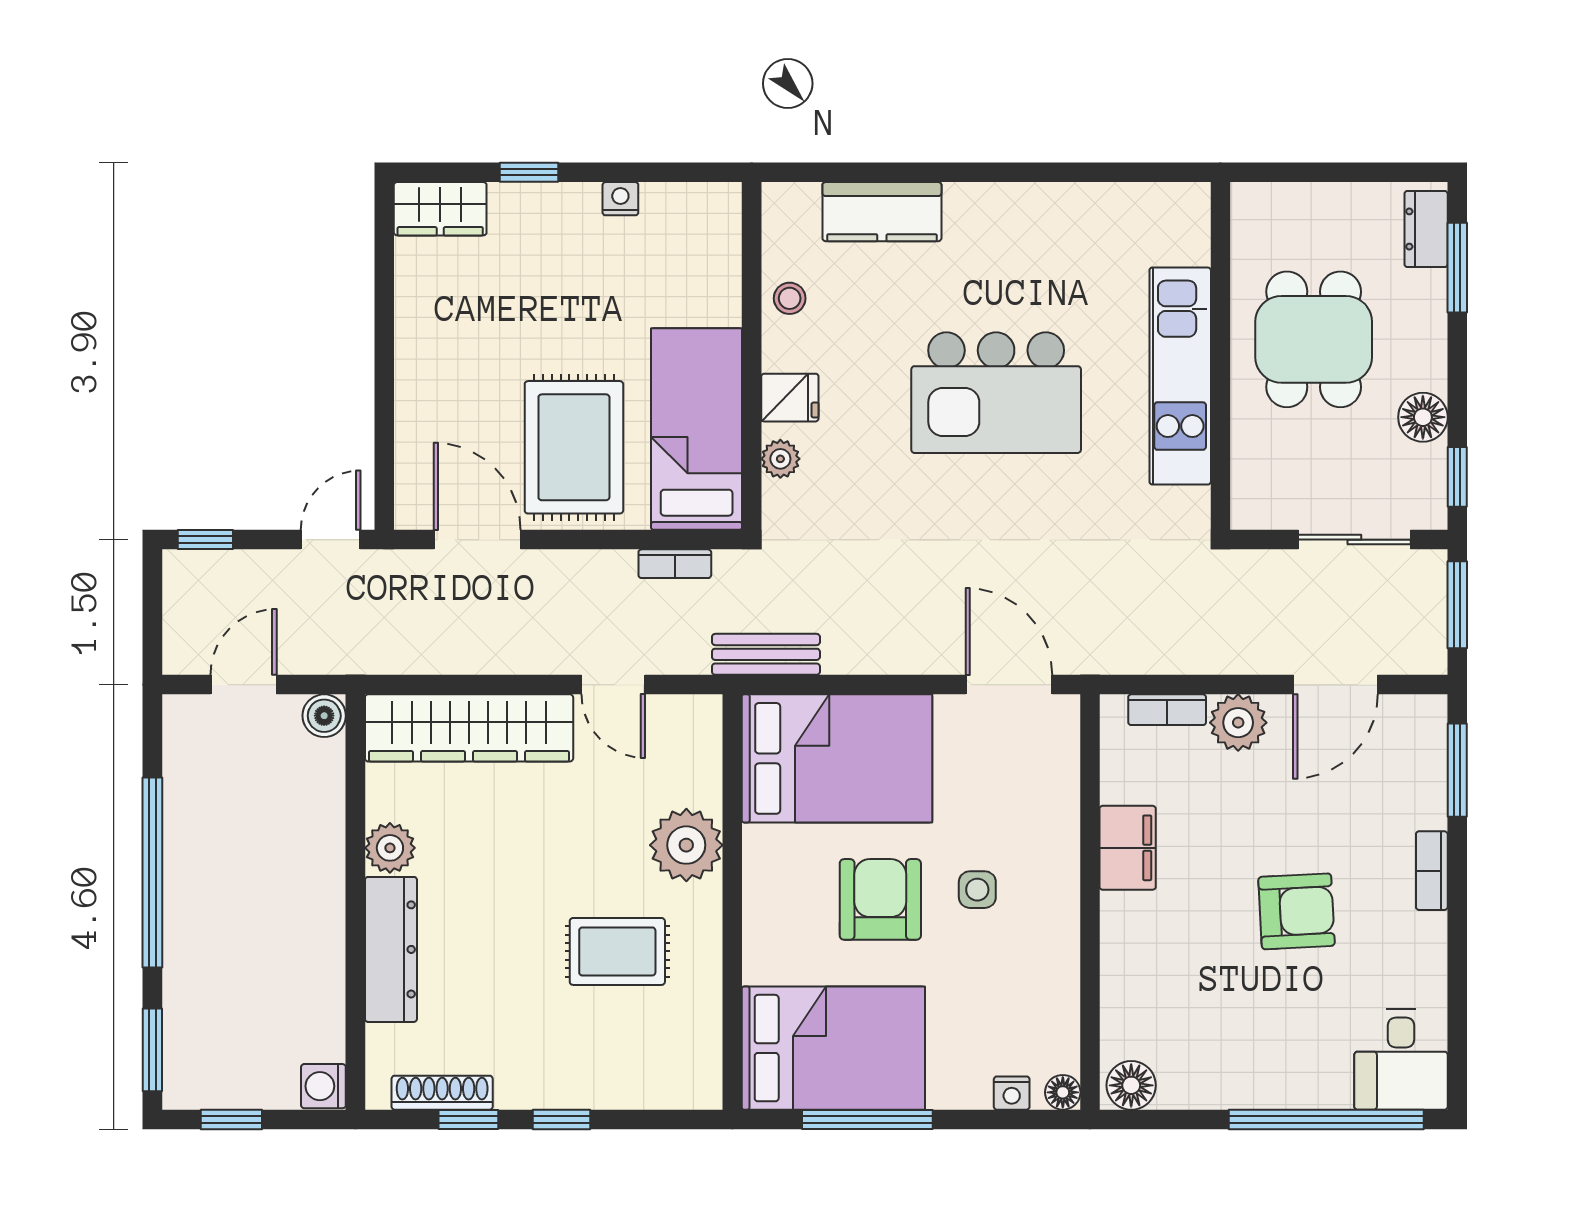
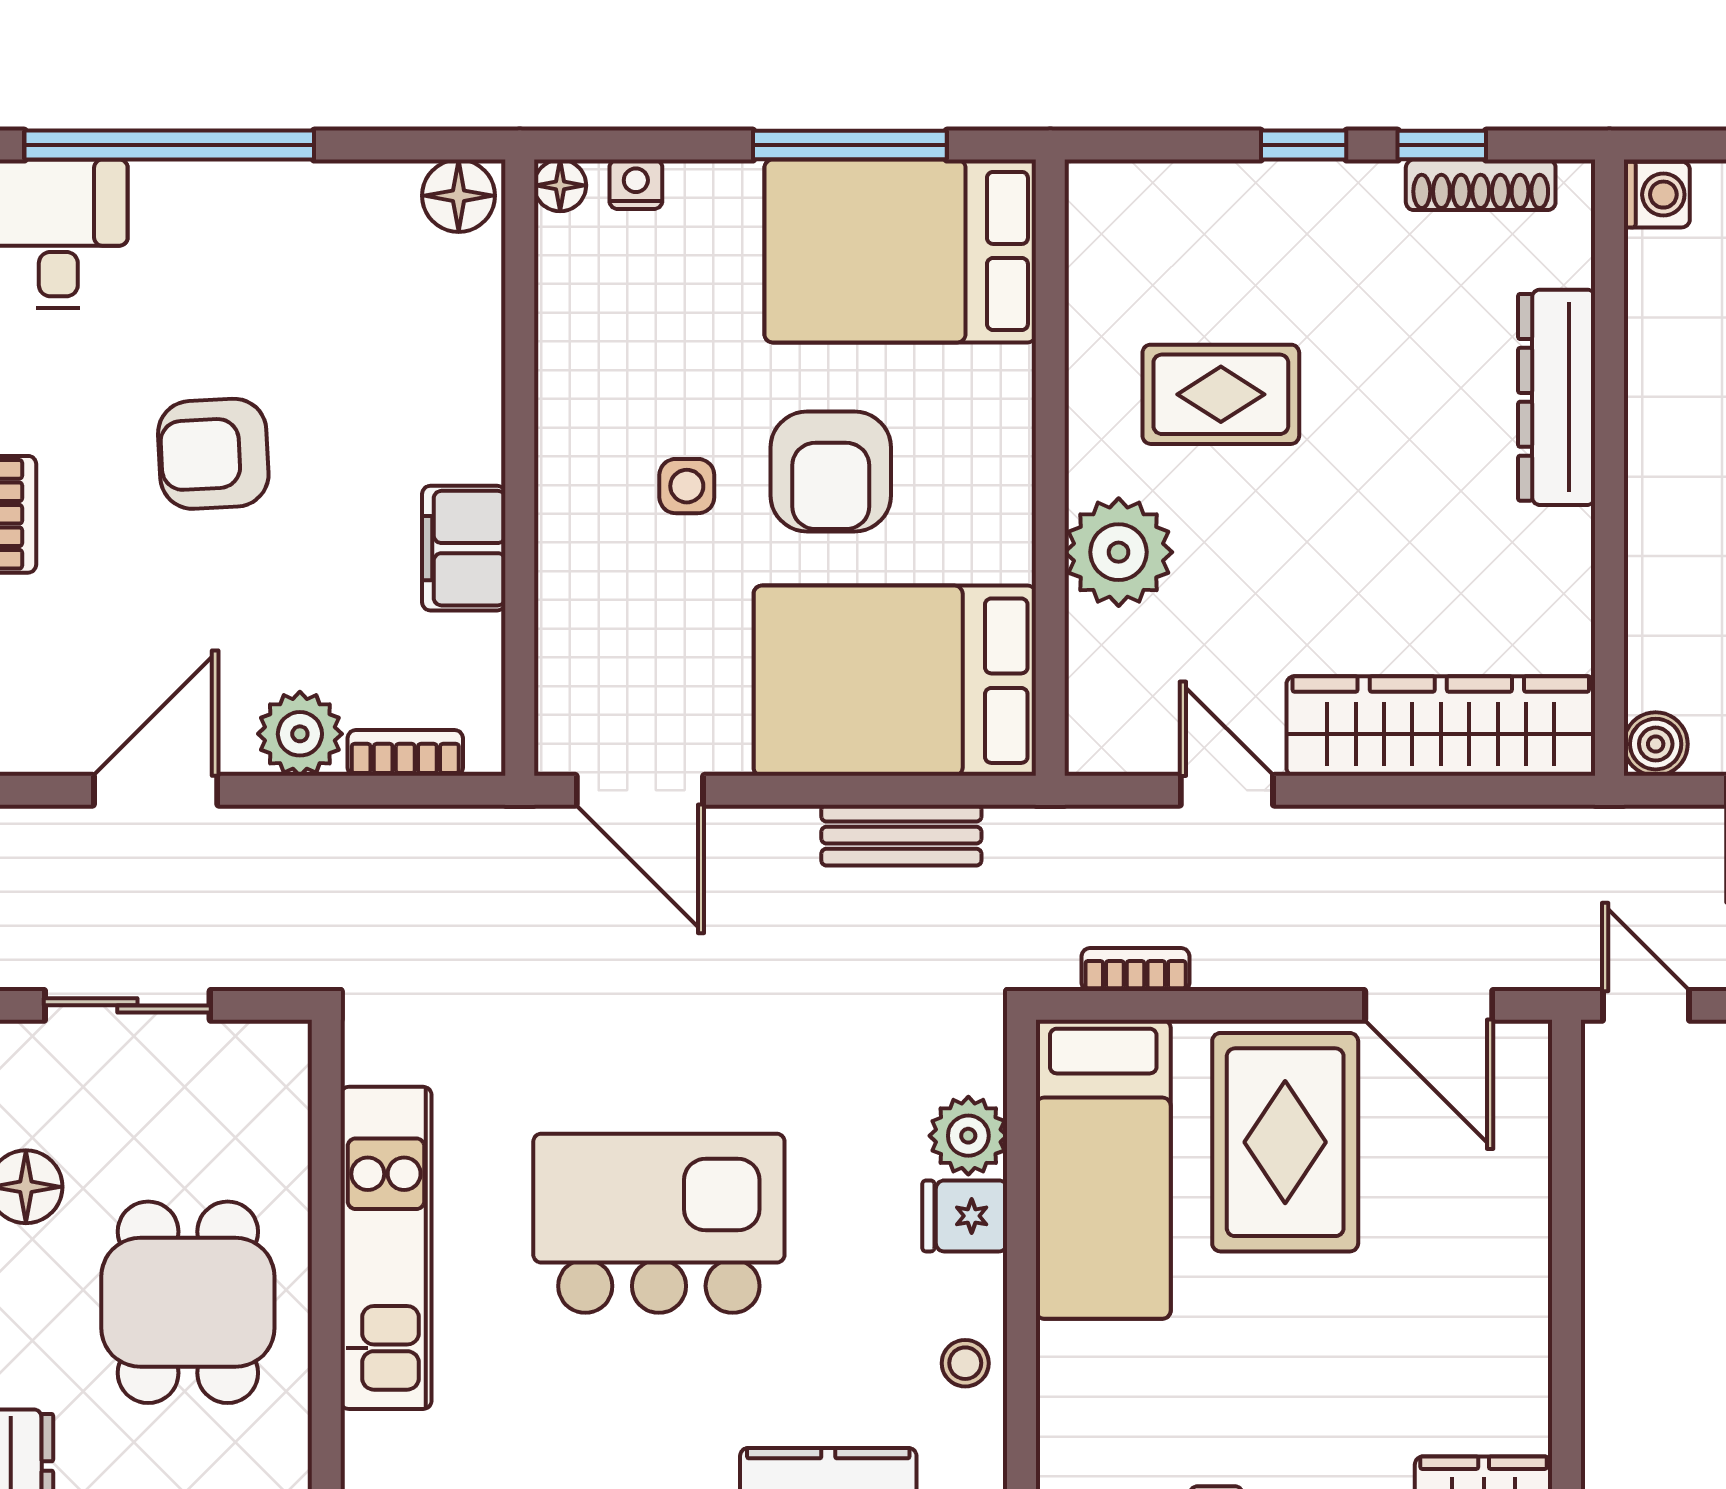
plant: (780, 459) -> (968, 1136), width x1.38, depth x1.38
door: (331, 540) -> (1646, 1005), swing flipped
bench: (766, 654) -> (901, 835), moved
plant: (390, 848) -> (1558, 548), removed

